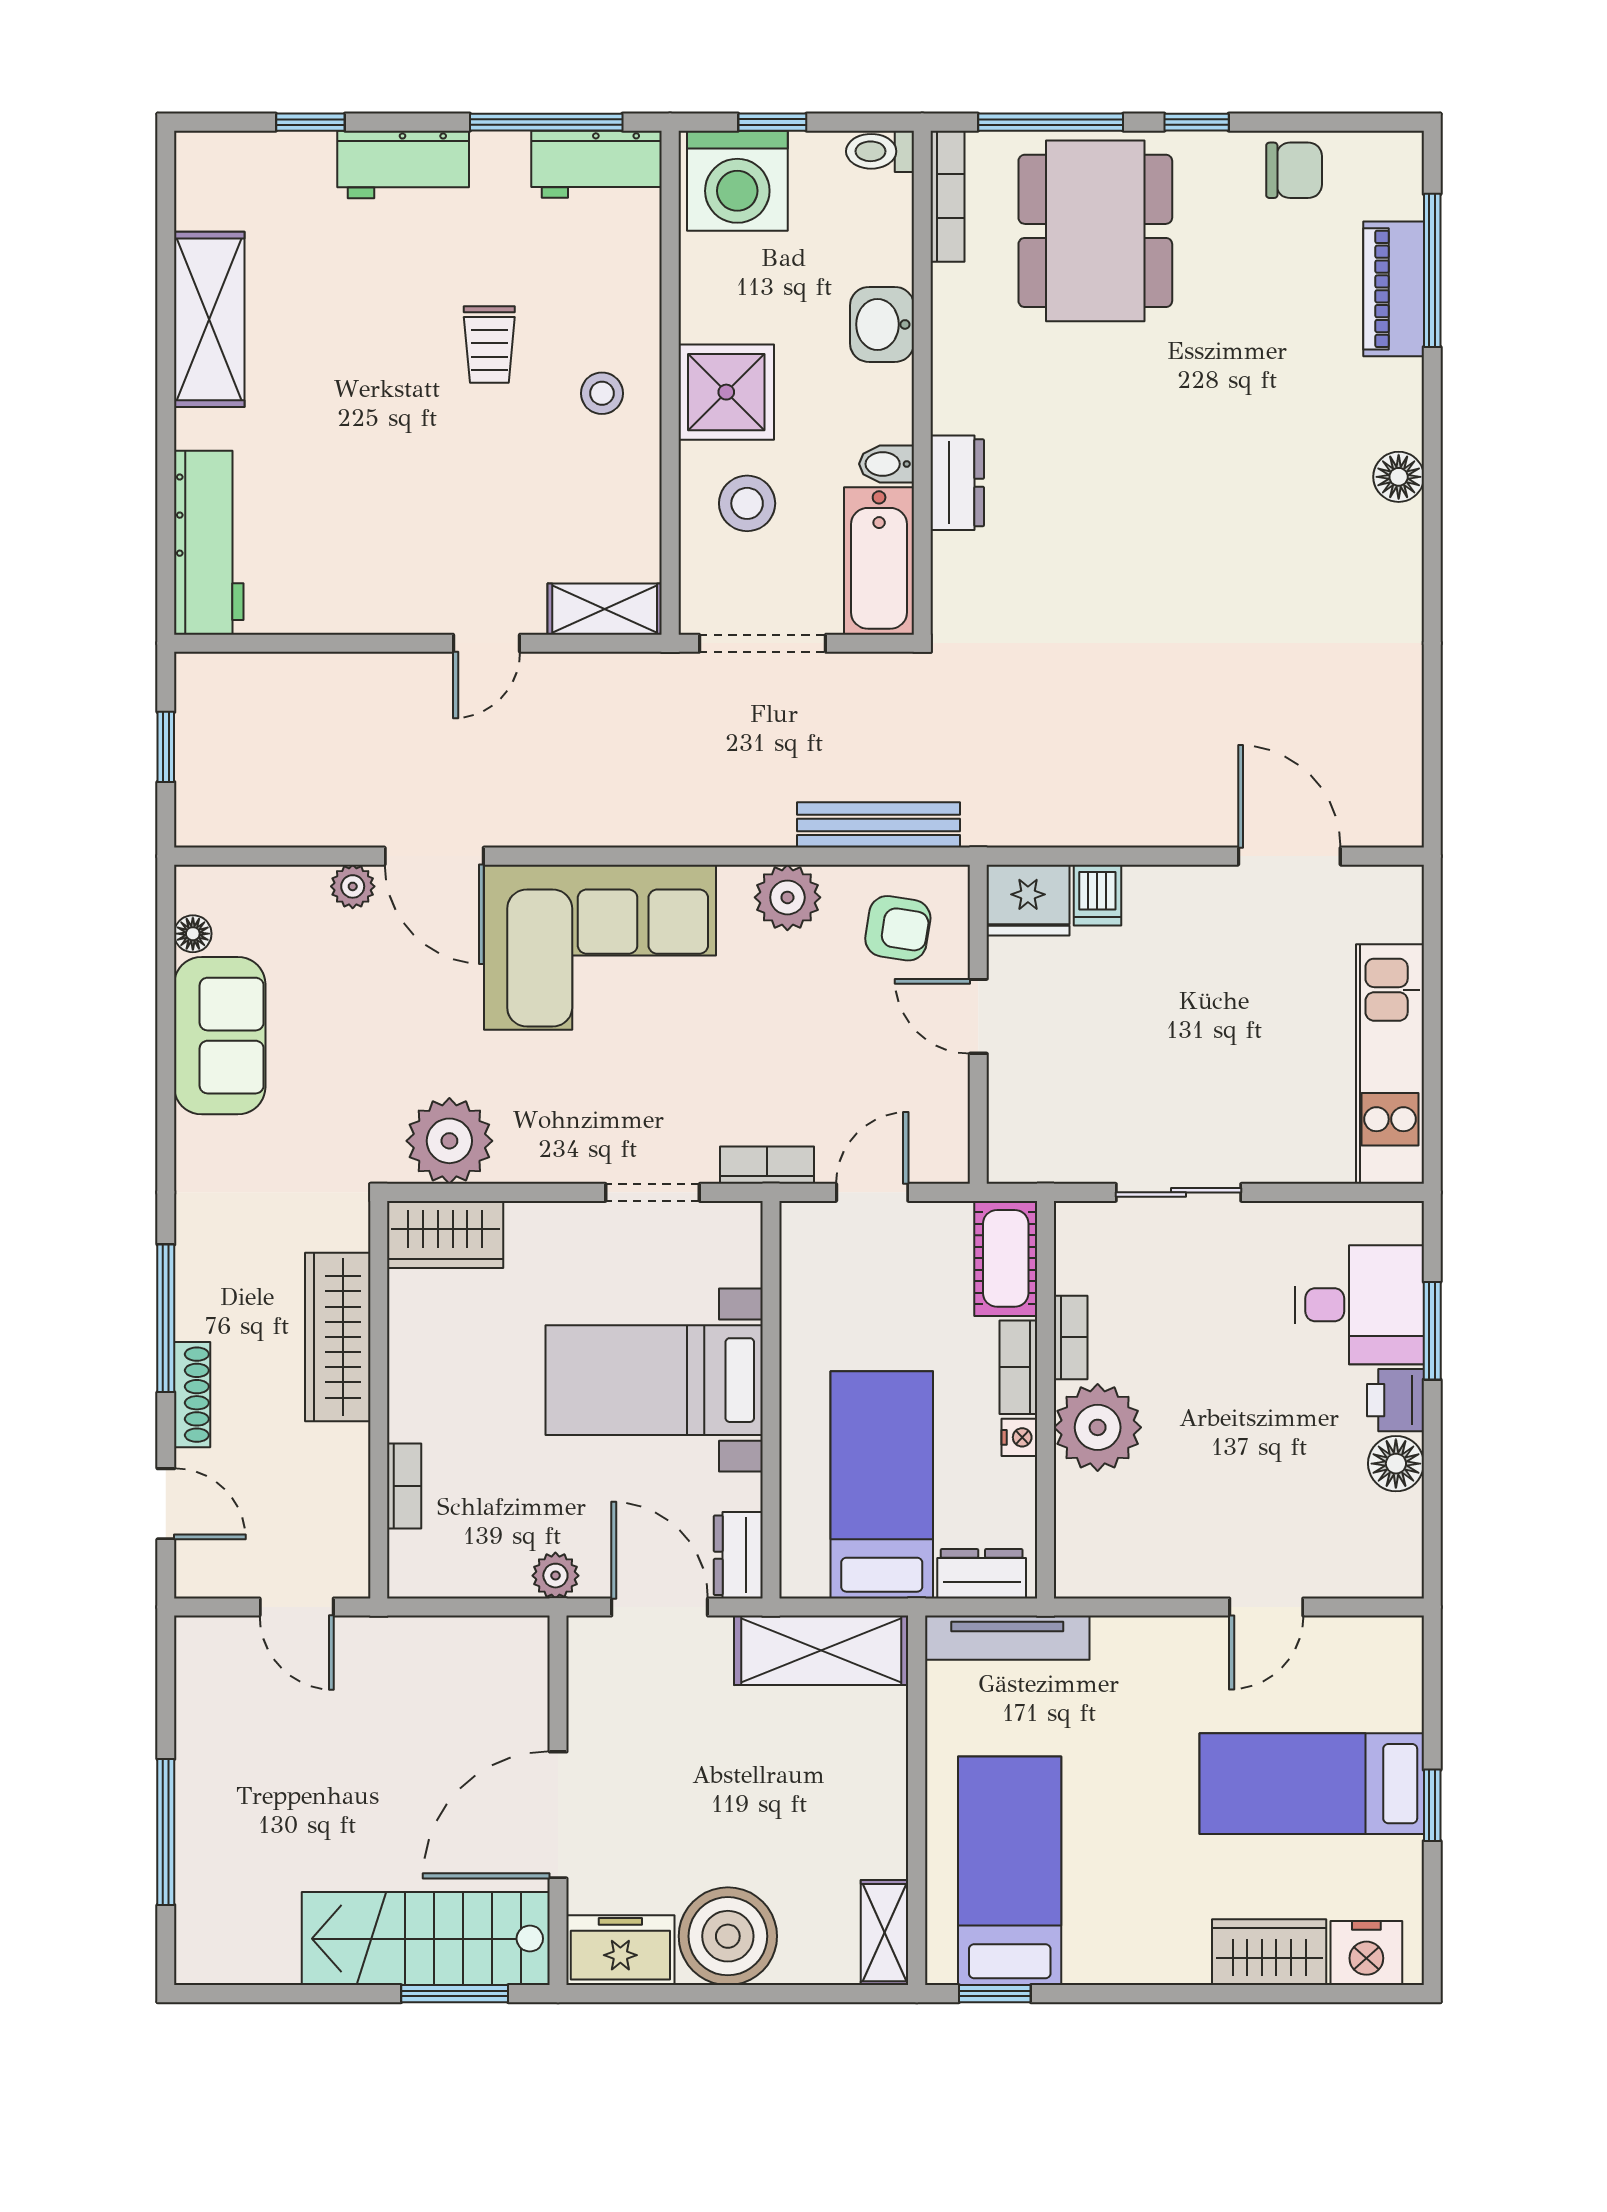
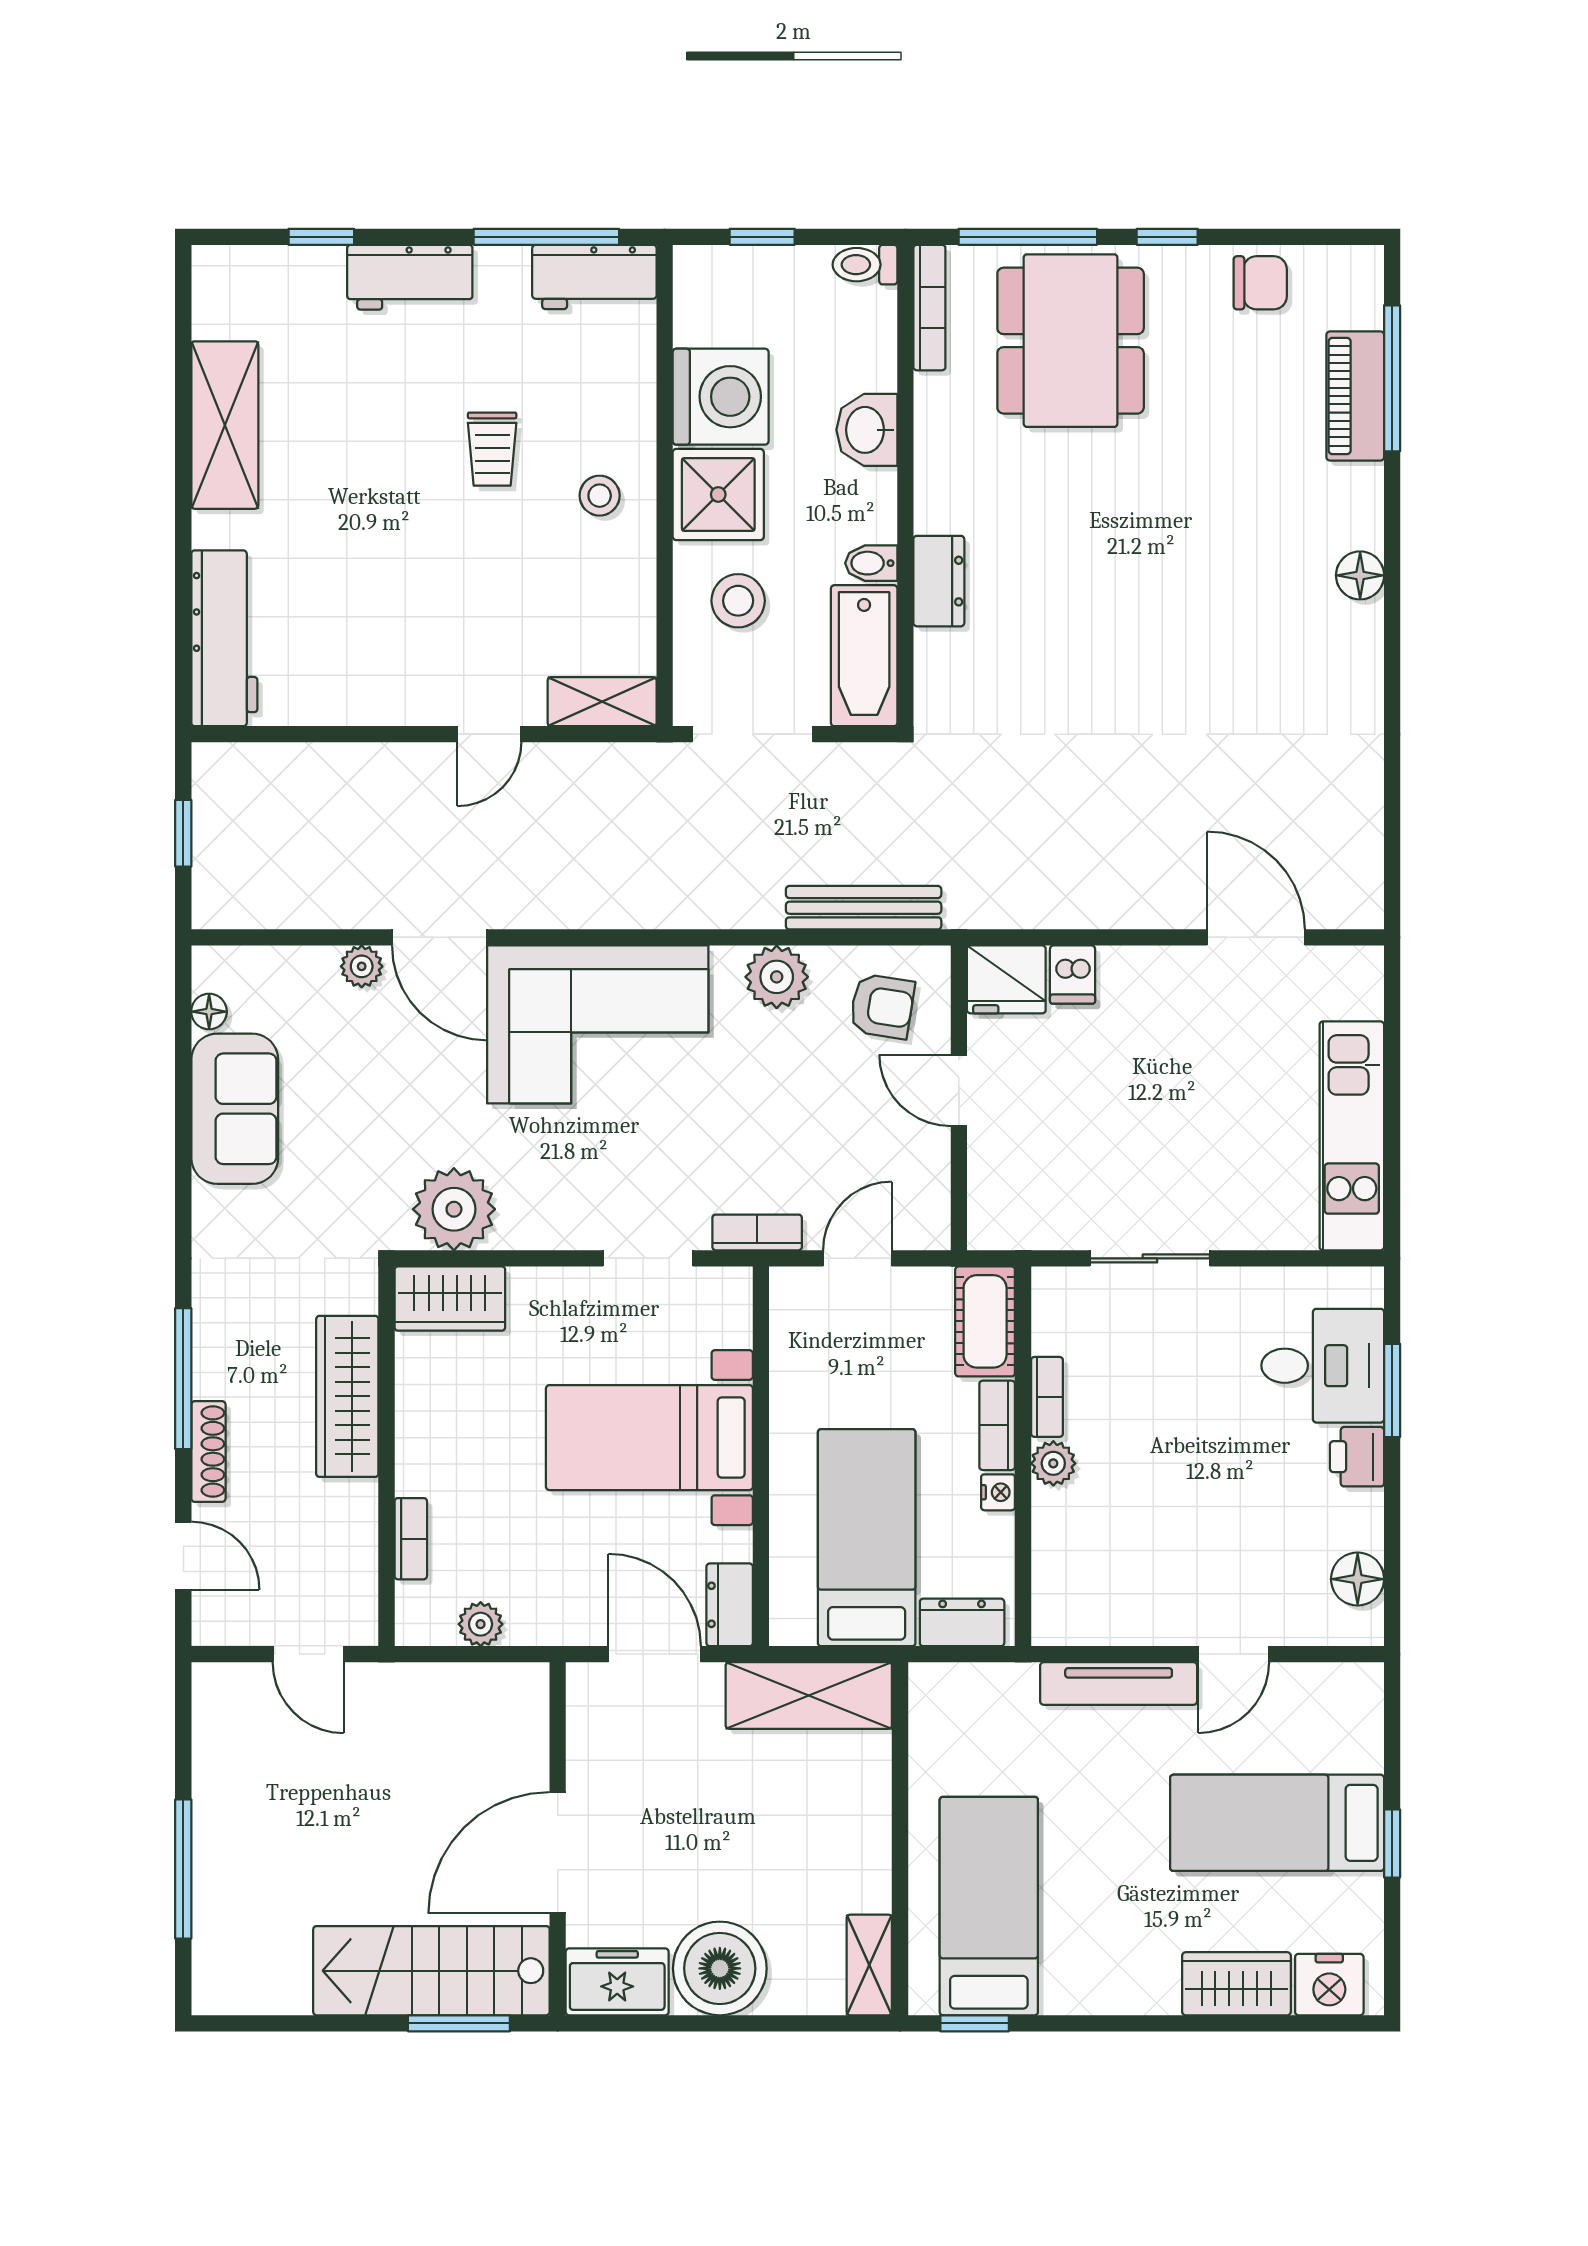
washing machine: (737, 181) -> (721, 397), moved, turned -90
plant: (1098, 1427) -> (1053, 1463), width x0.53, depth x0.53
floor lamp: (1396, 1464) -> (1358, 1579), moved
plant: (555, 1576) -> (481, 1624), moved
tv unit: (1007, 1638) -> (1119, 1683), moved

